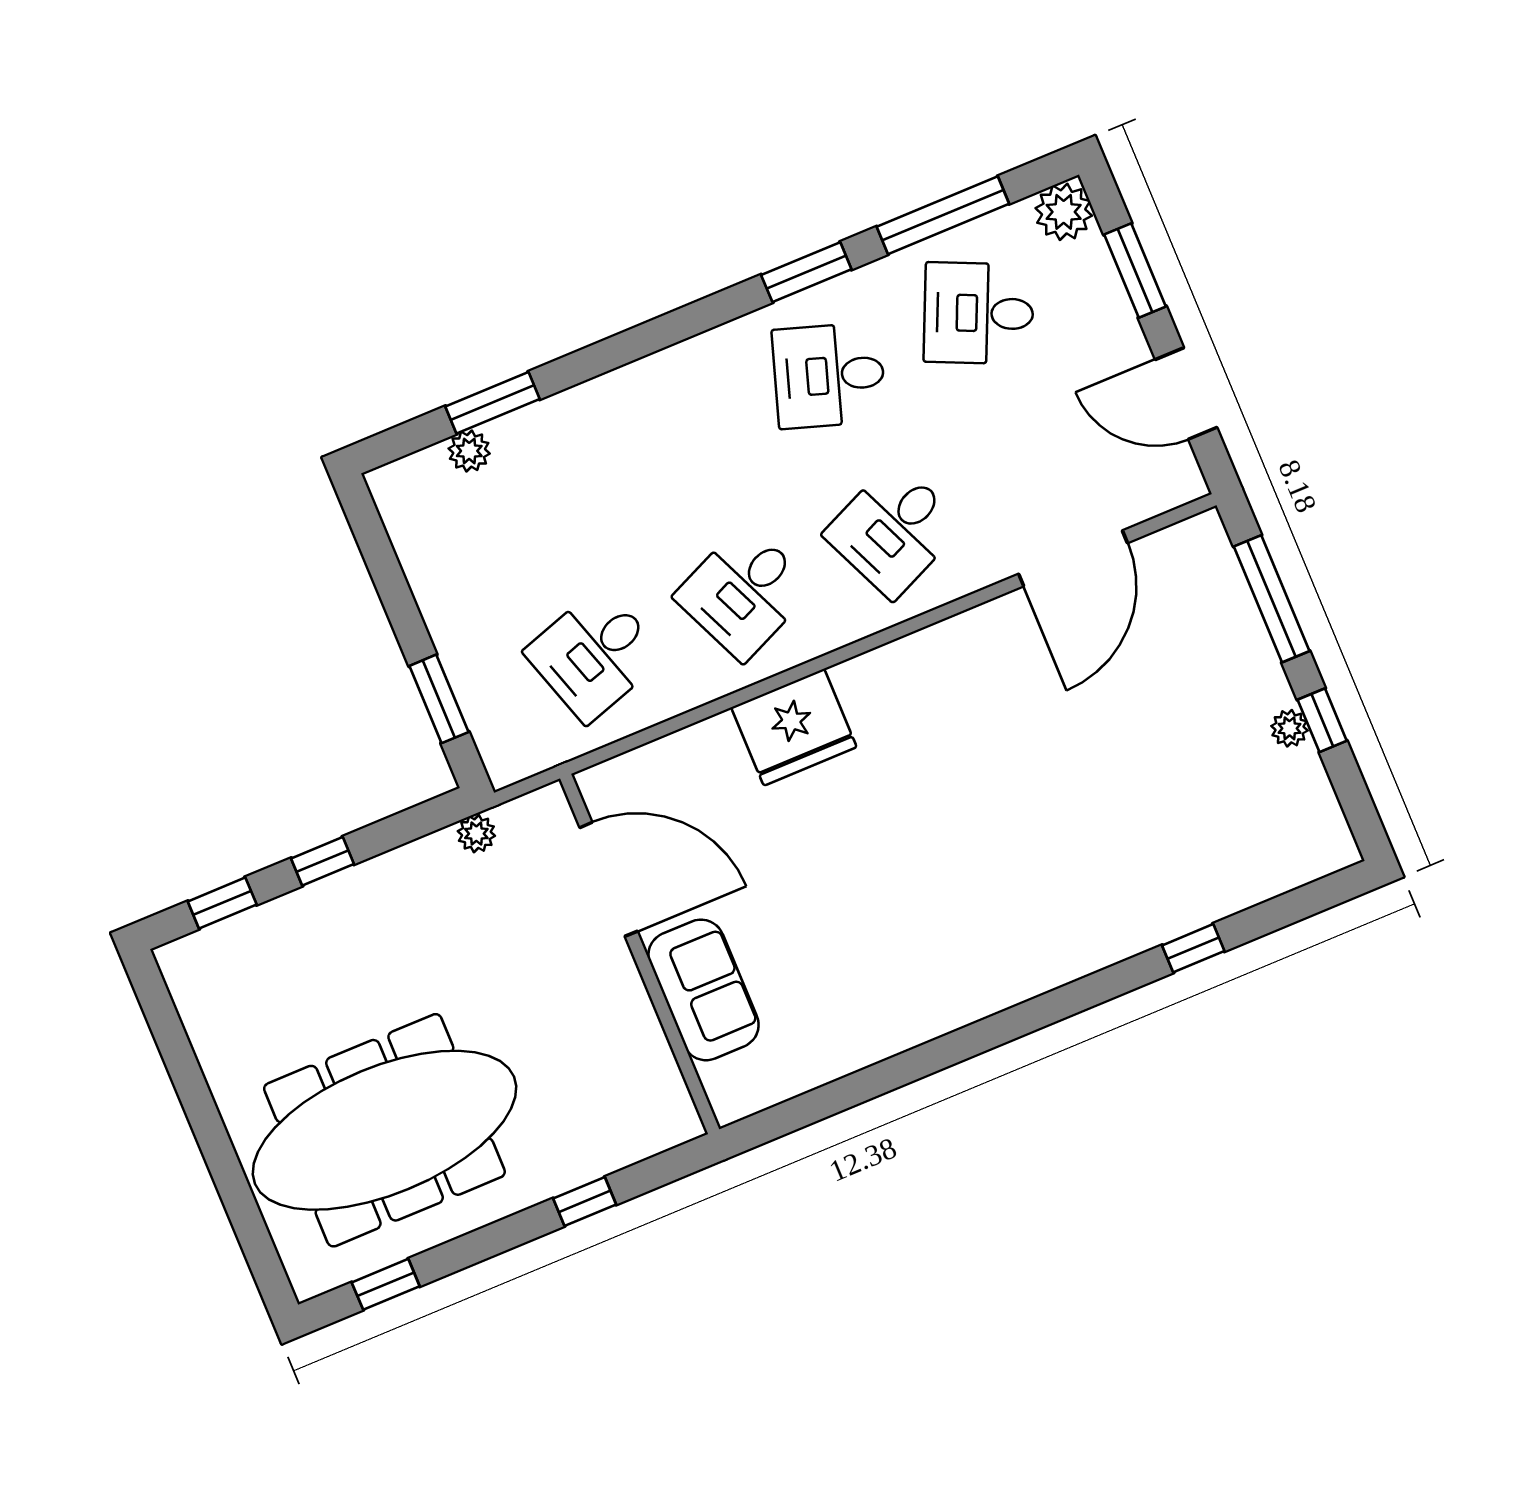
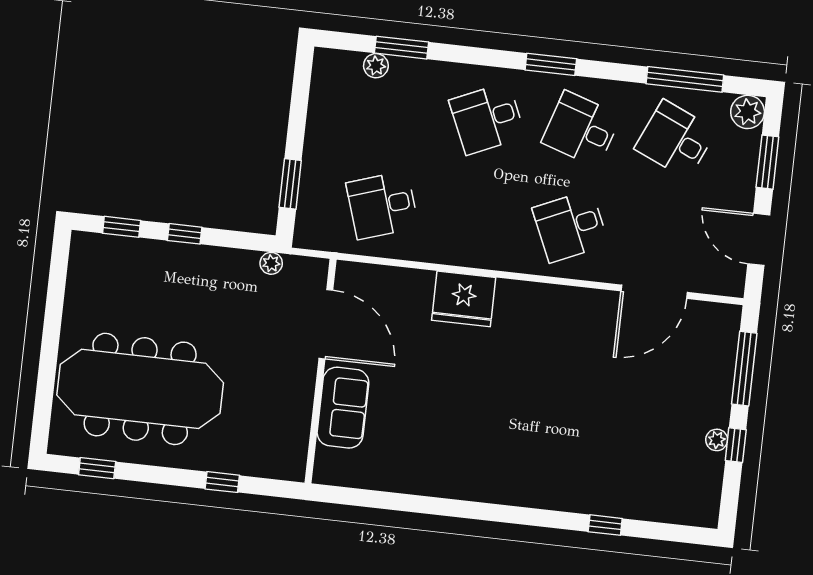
window: (806, 272) -> (551, 64), moved
desk: (744, 592) -> (487, 119), moved

